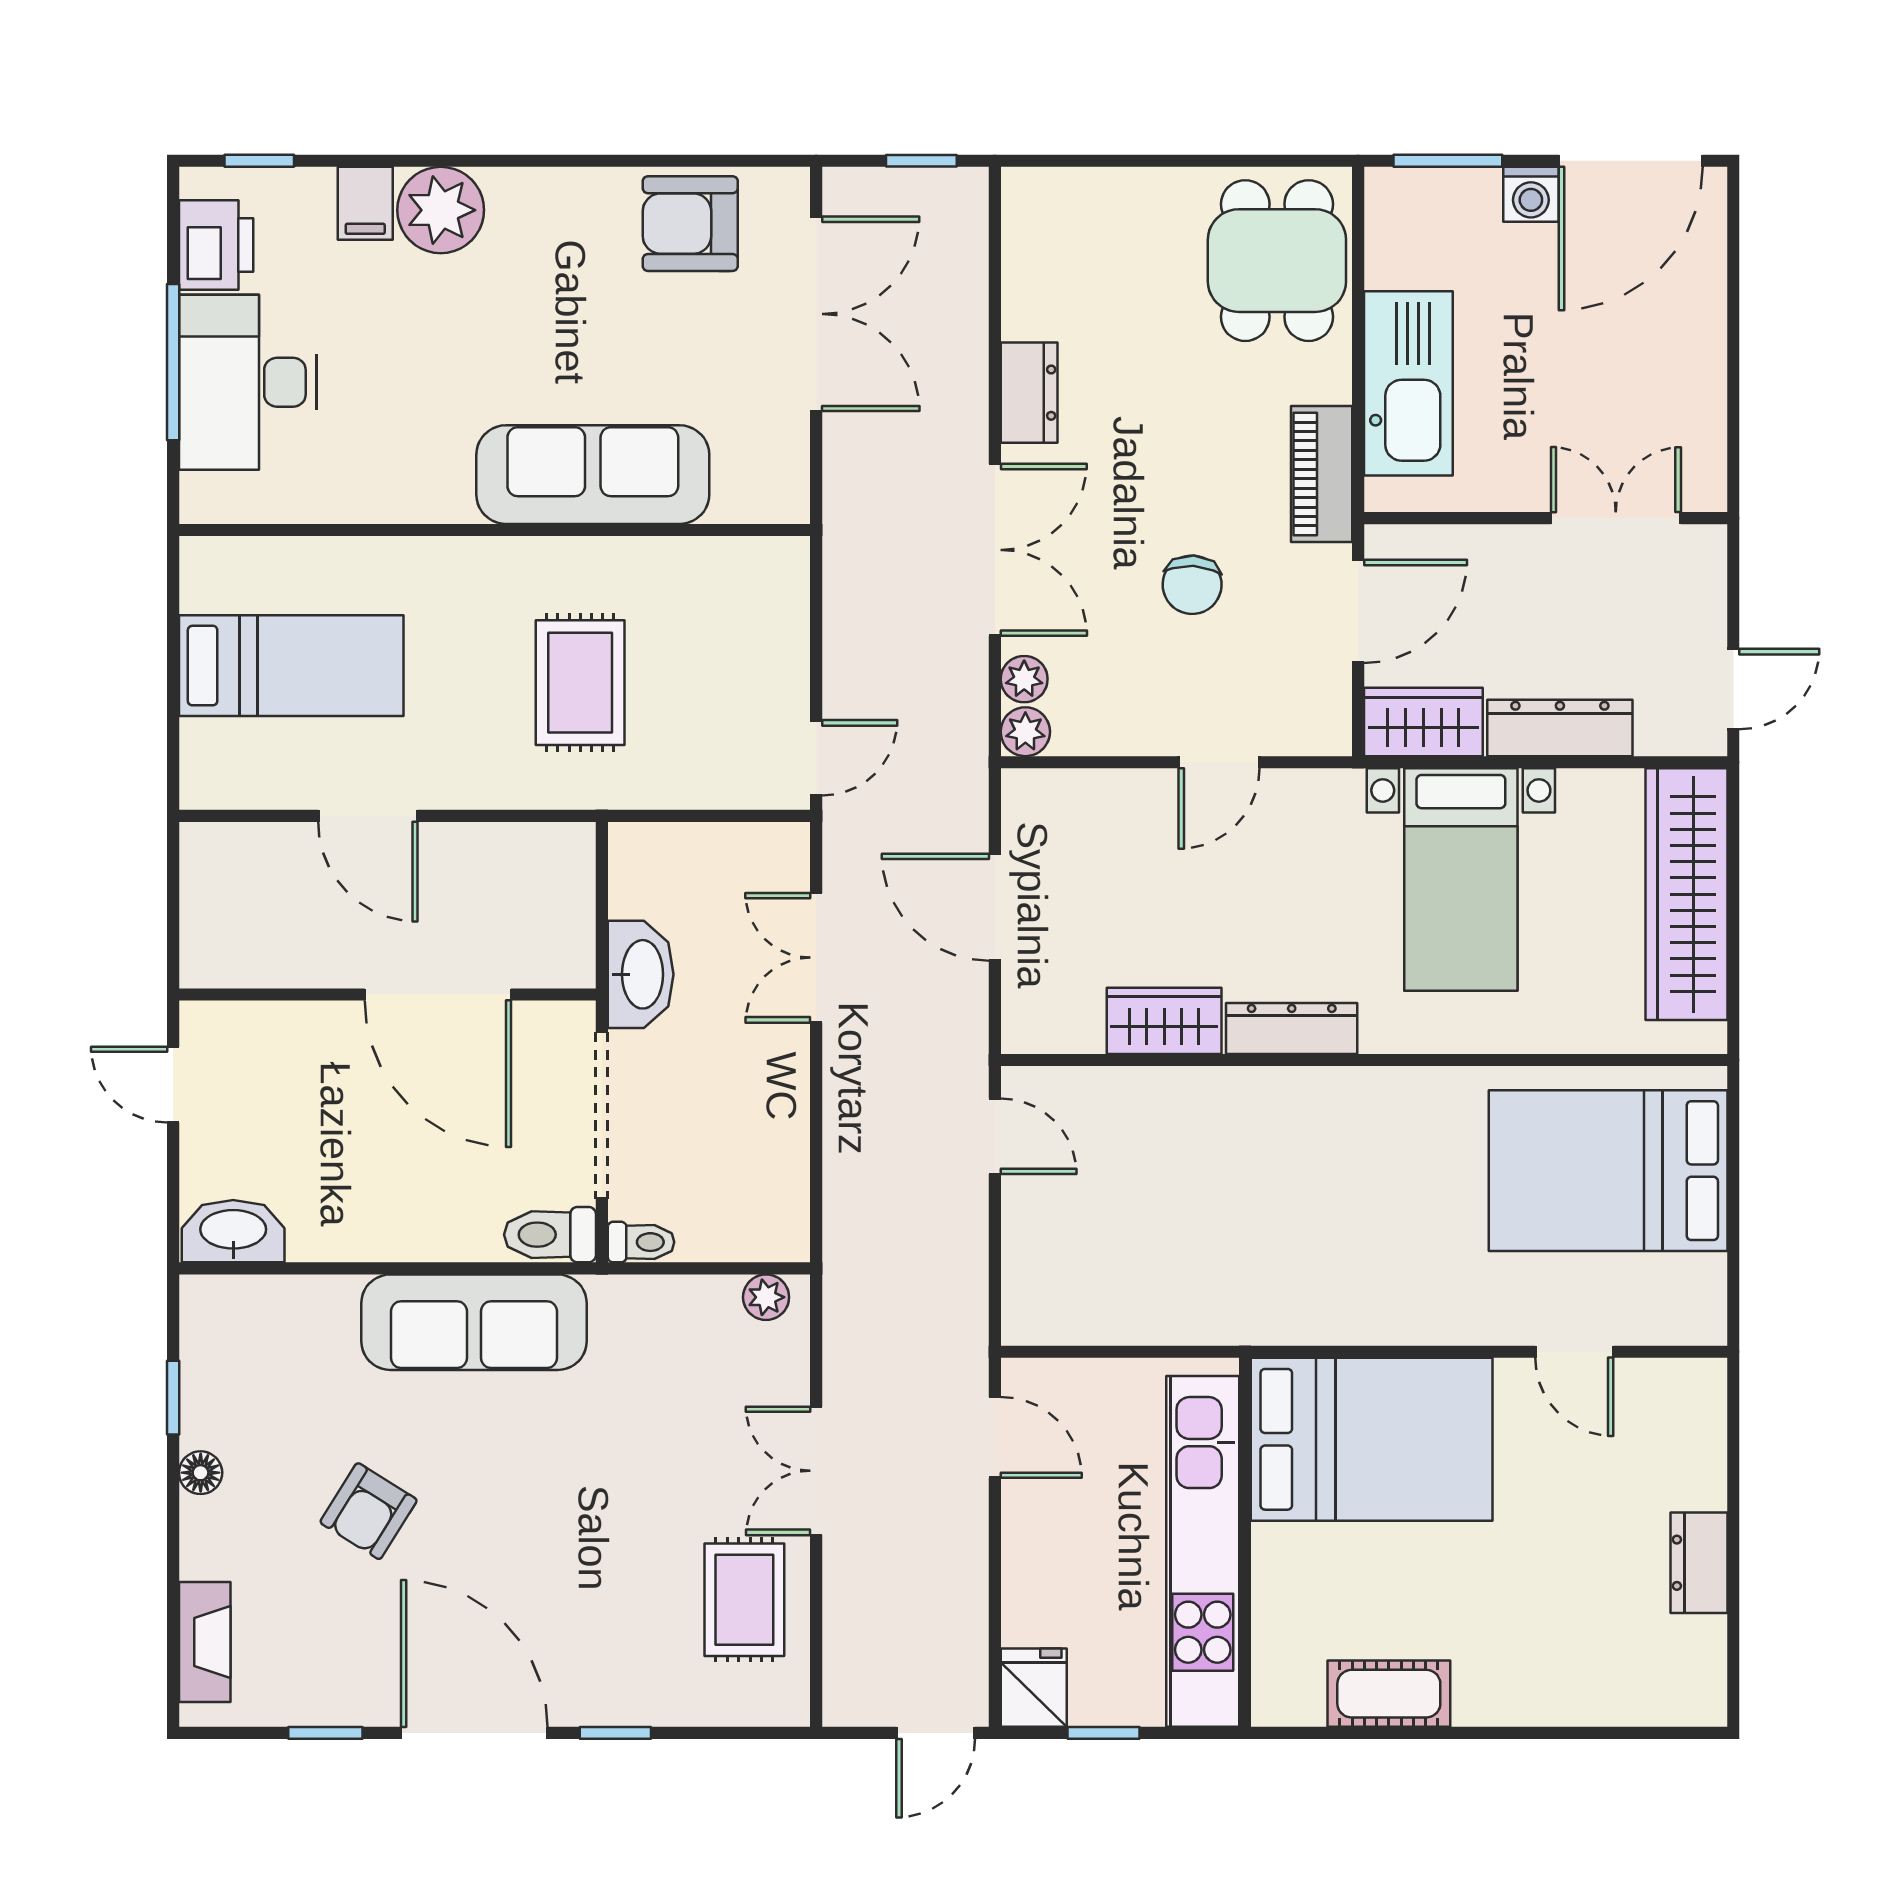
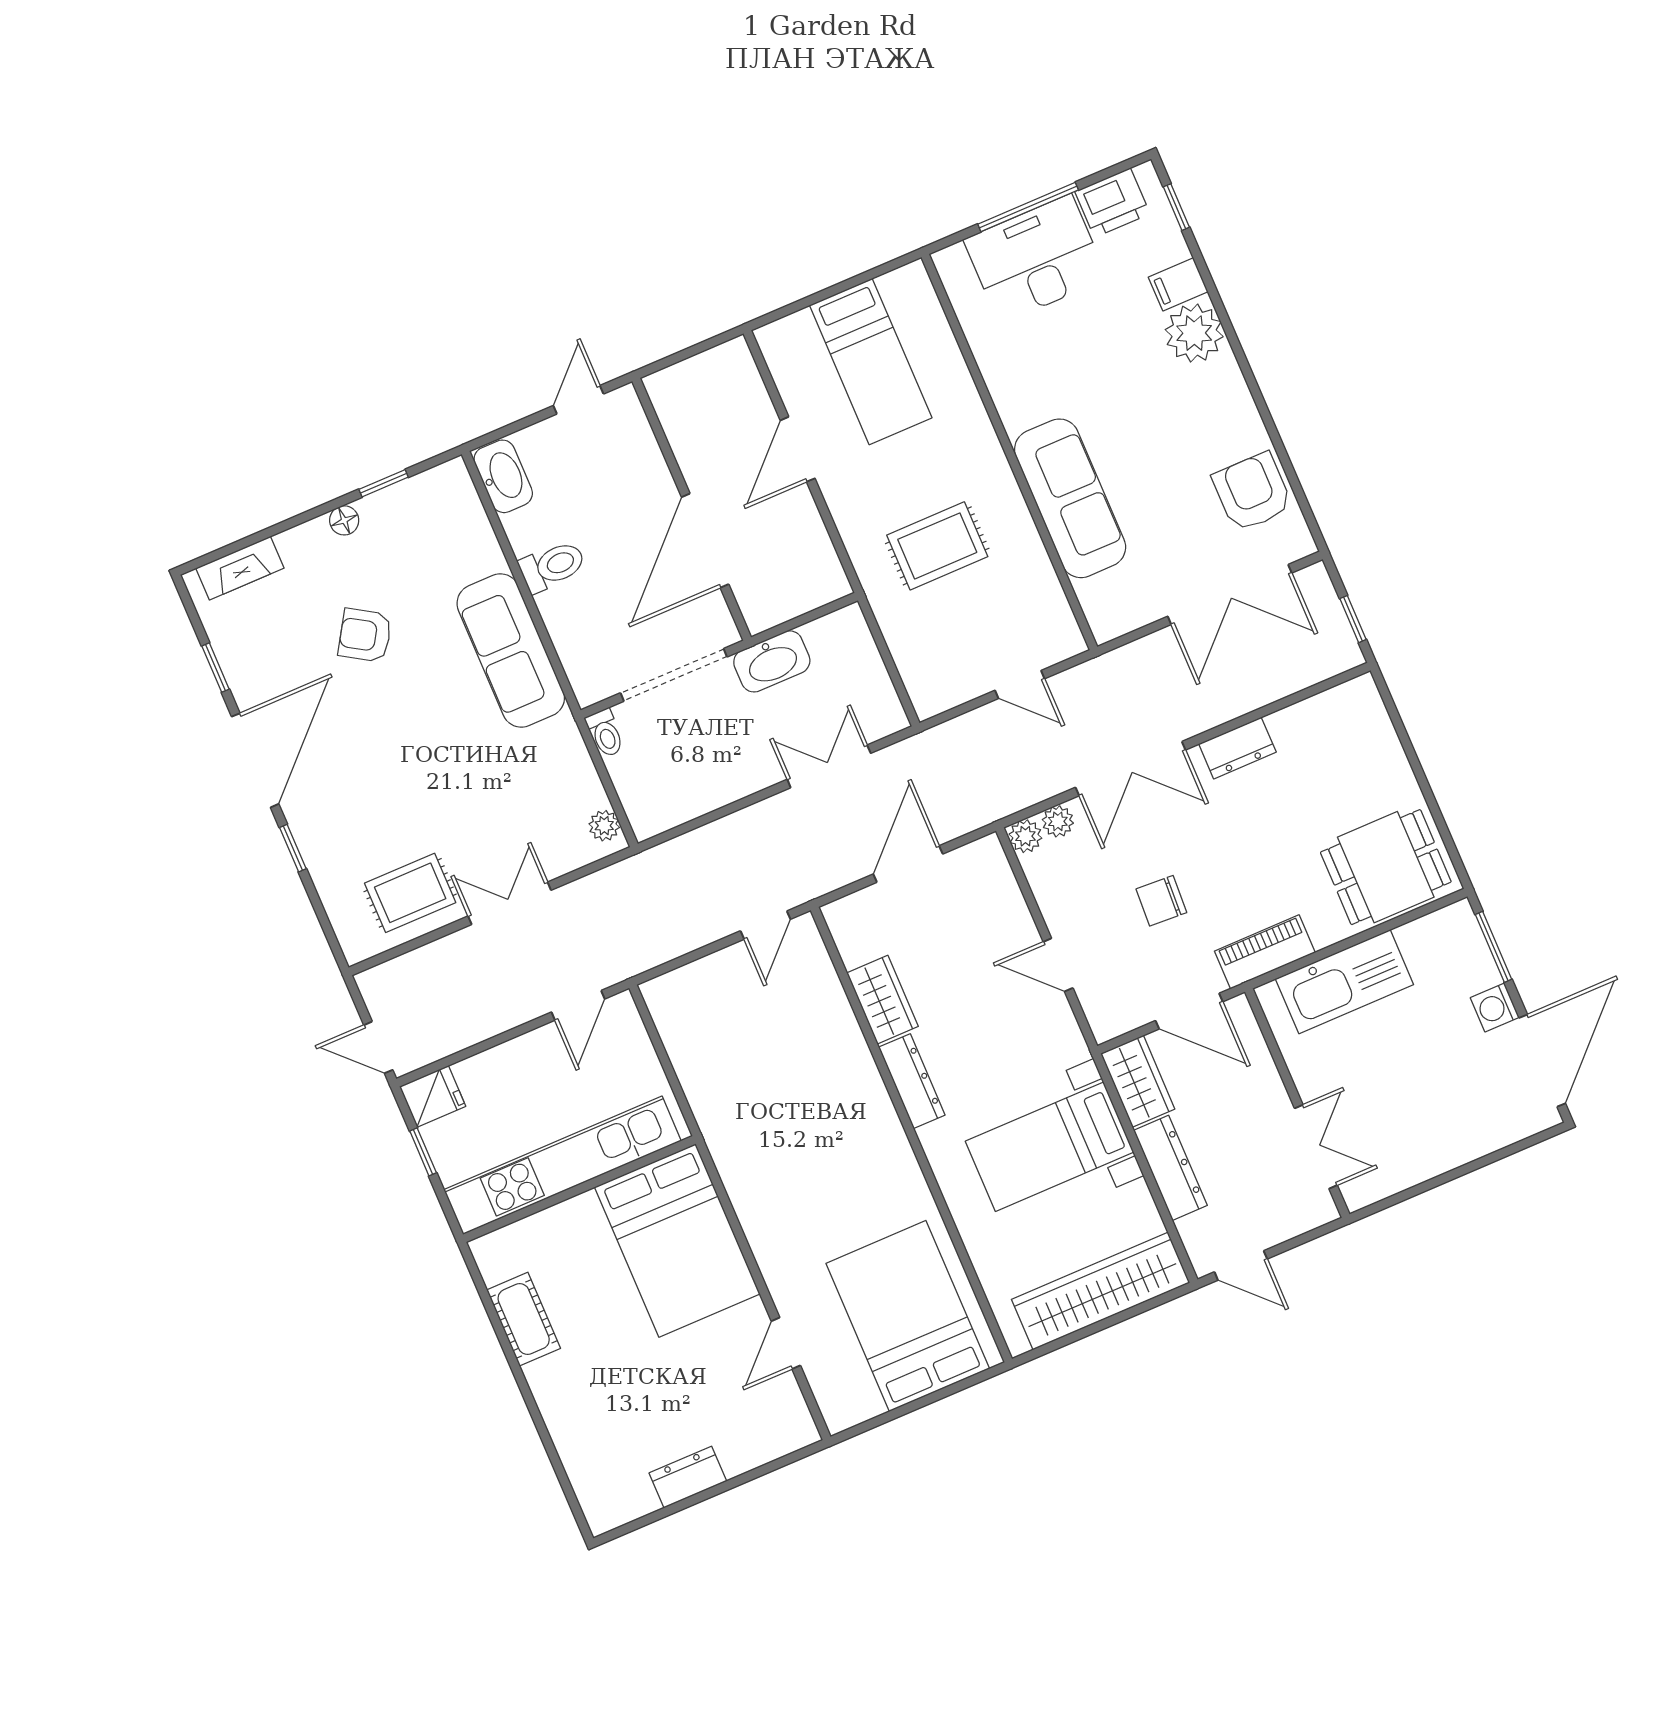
door: (1631, 161) -> (1542, 1061), swing flipped
door: (816, 758) -> (1020, 684), moved
toilet: (550, 1235) -> (552, 566), moved, turned 90

